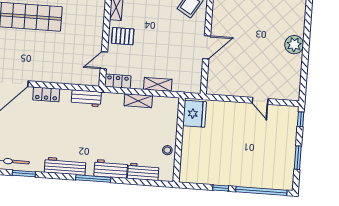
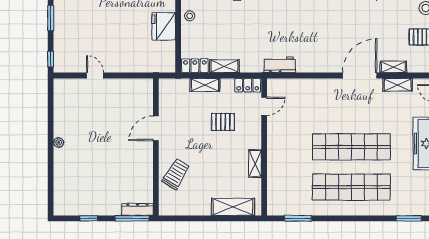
pallet: (123, 36) -> (223, 122), moved
plant: (294, 45) -> (59, 142), width x0.53, depth x0.53
locker: (46, 94) -> (195, 66), moved
fridge: (195, 114) -> (164, 26), moved

